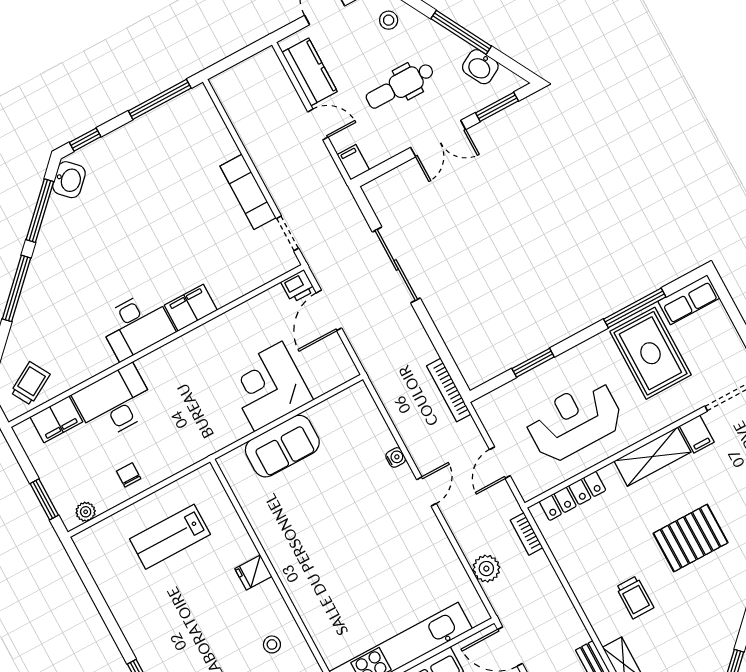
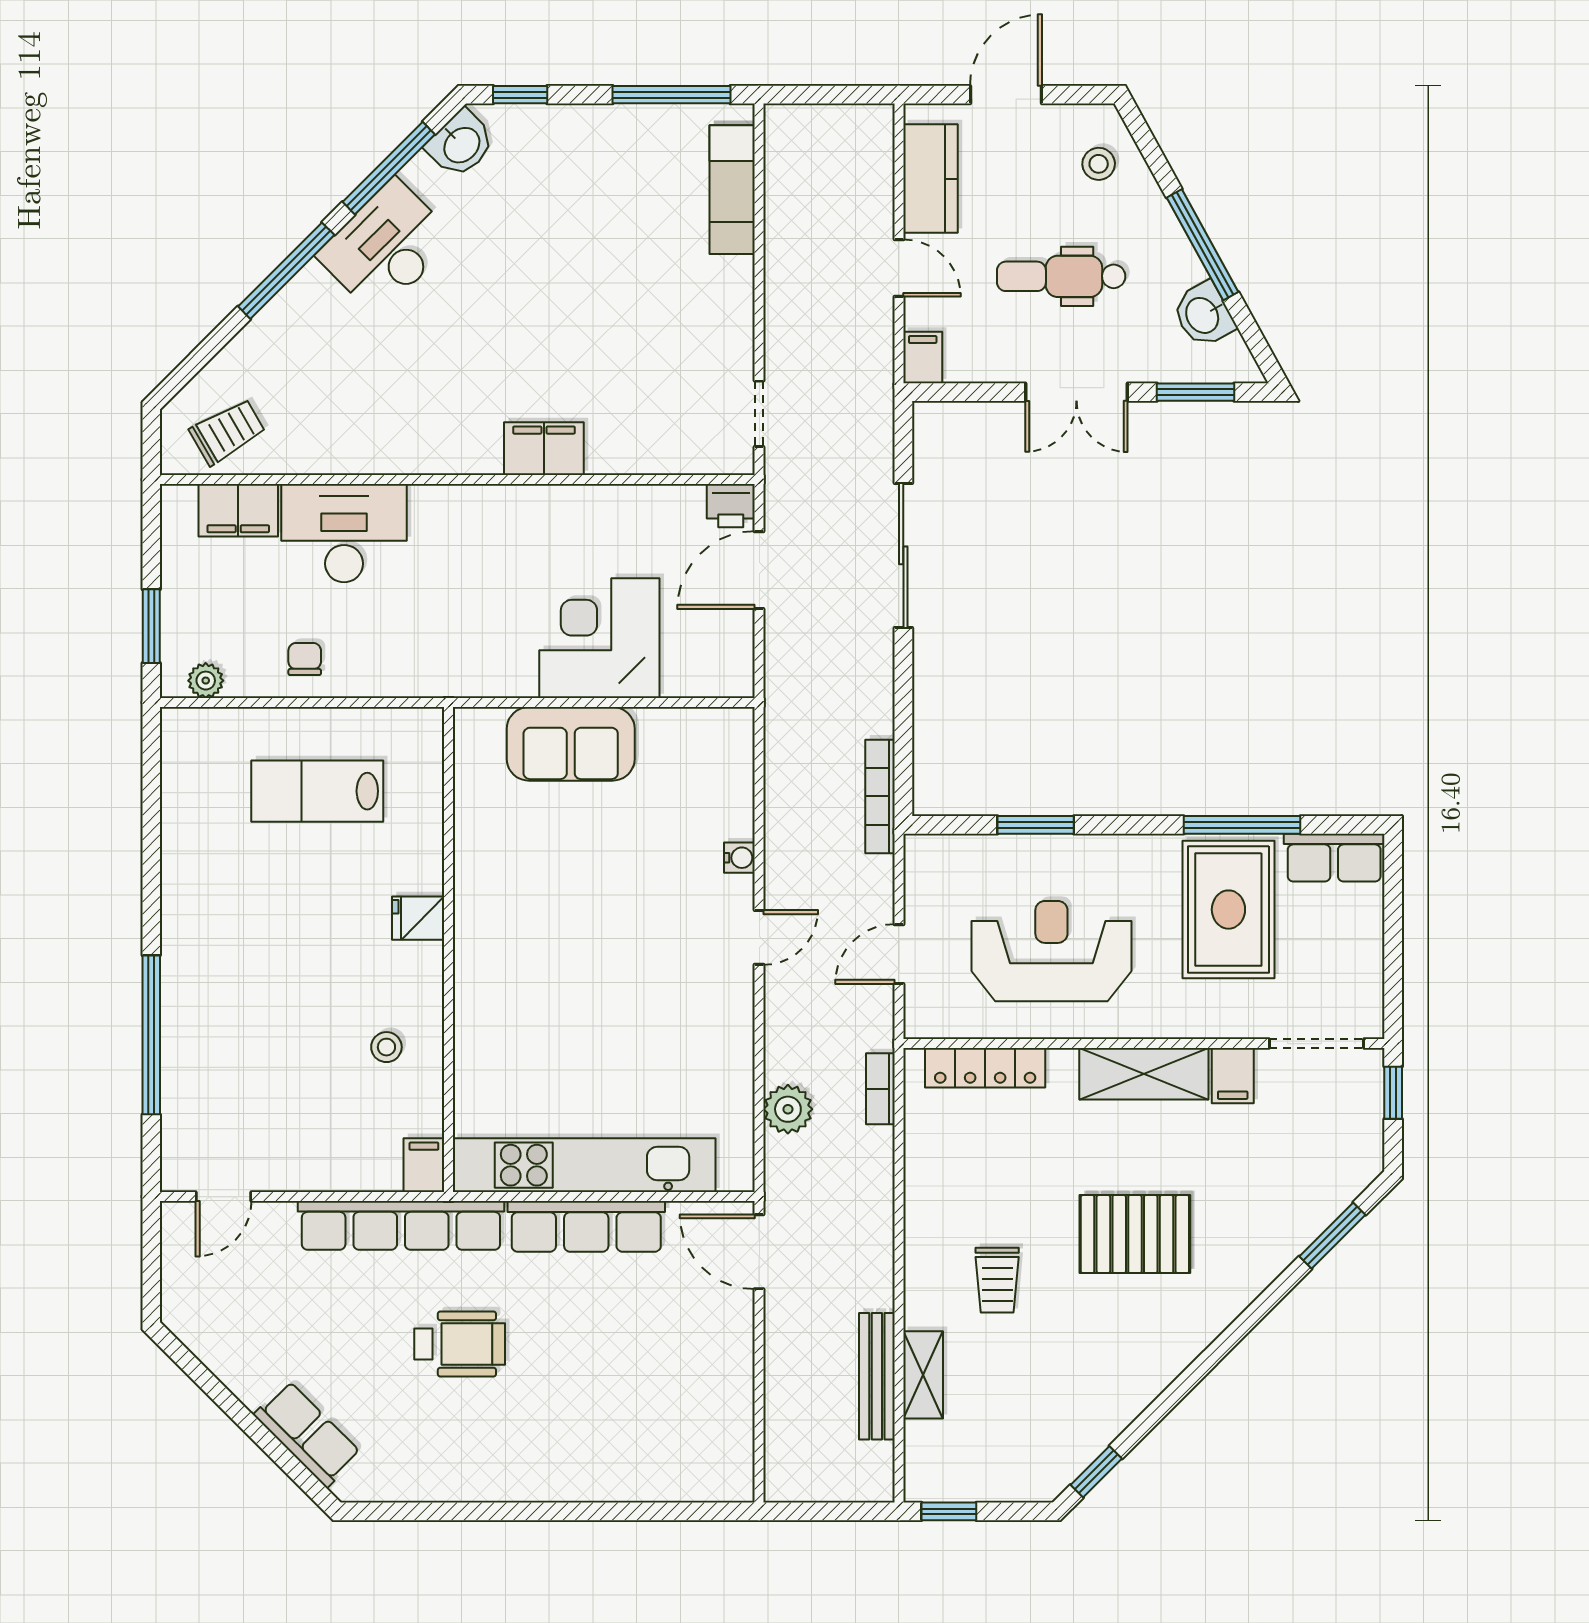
exam couch: (248, 192) -> (732, 190), moved
desk: (136, 325) -> (386, 247), moved, turned 135

